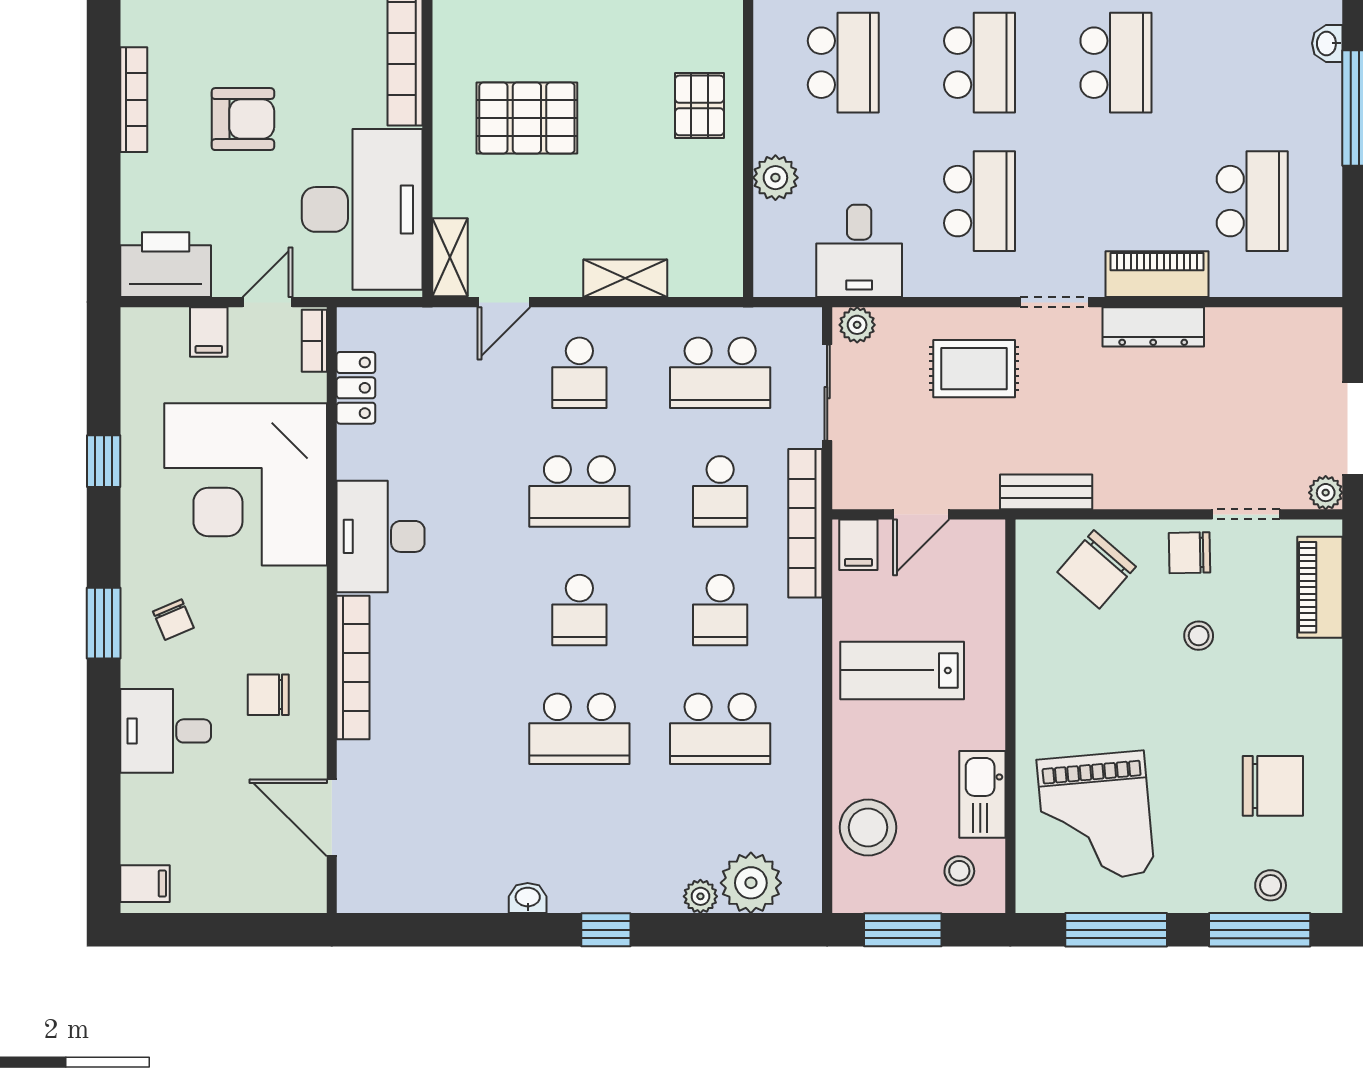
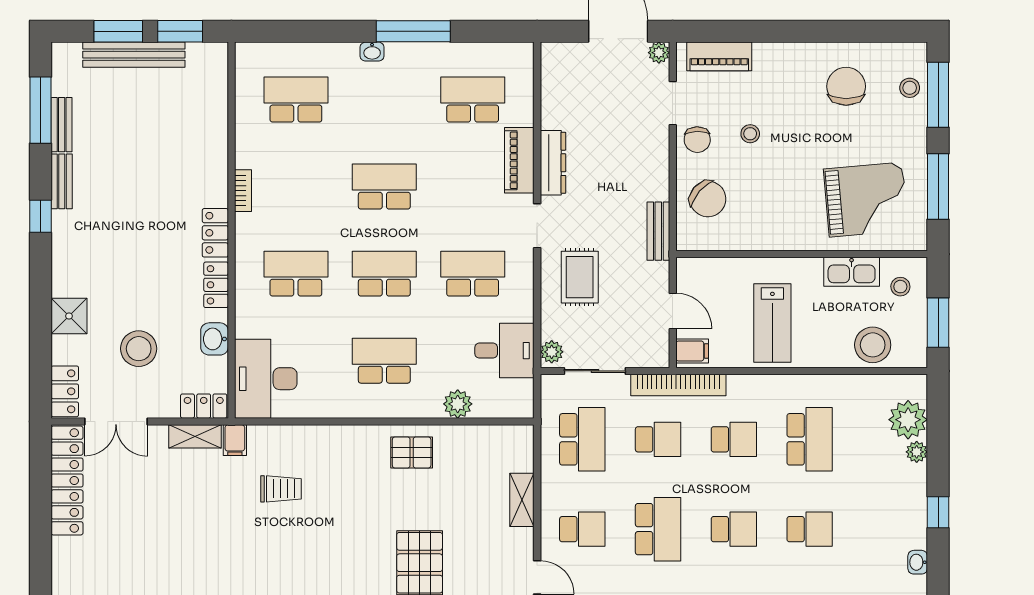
school desk: (579, 729) -> (810, 529), width x0.54

